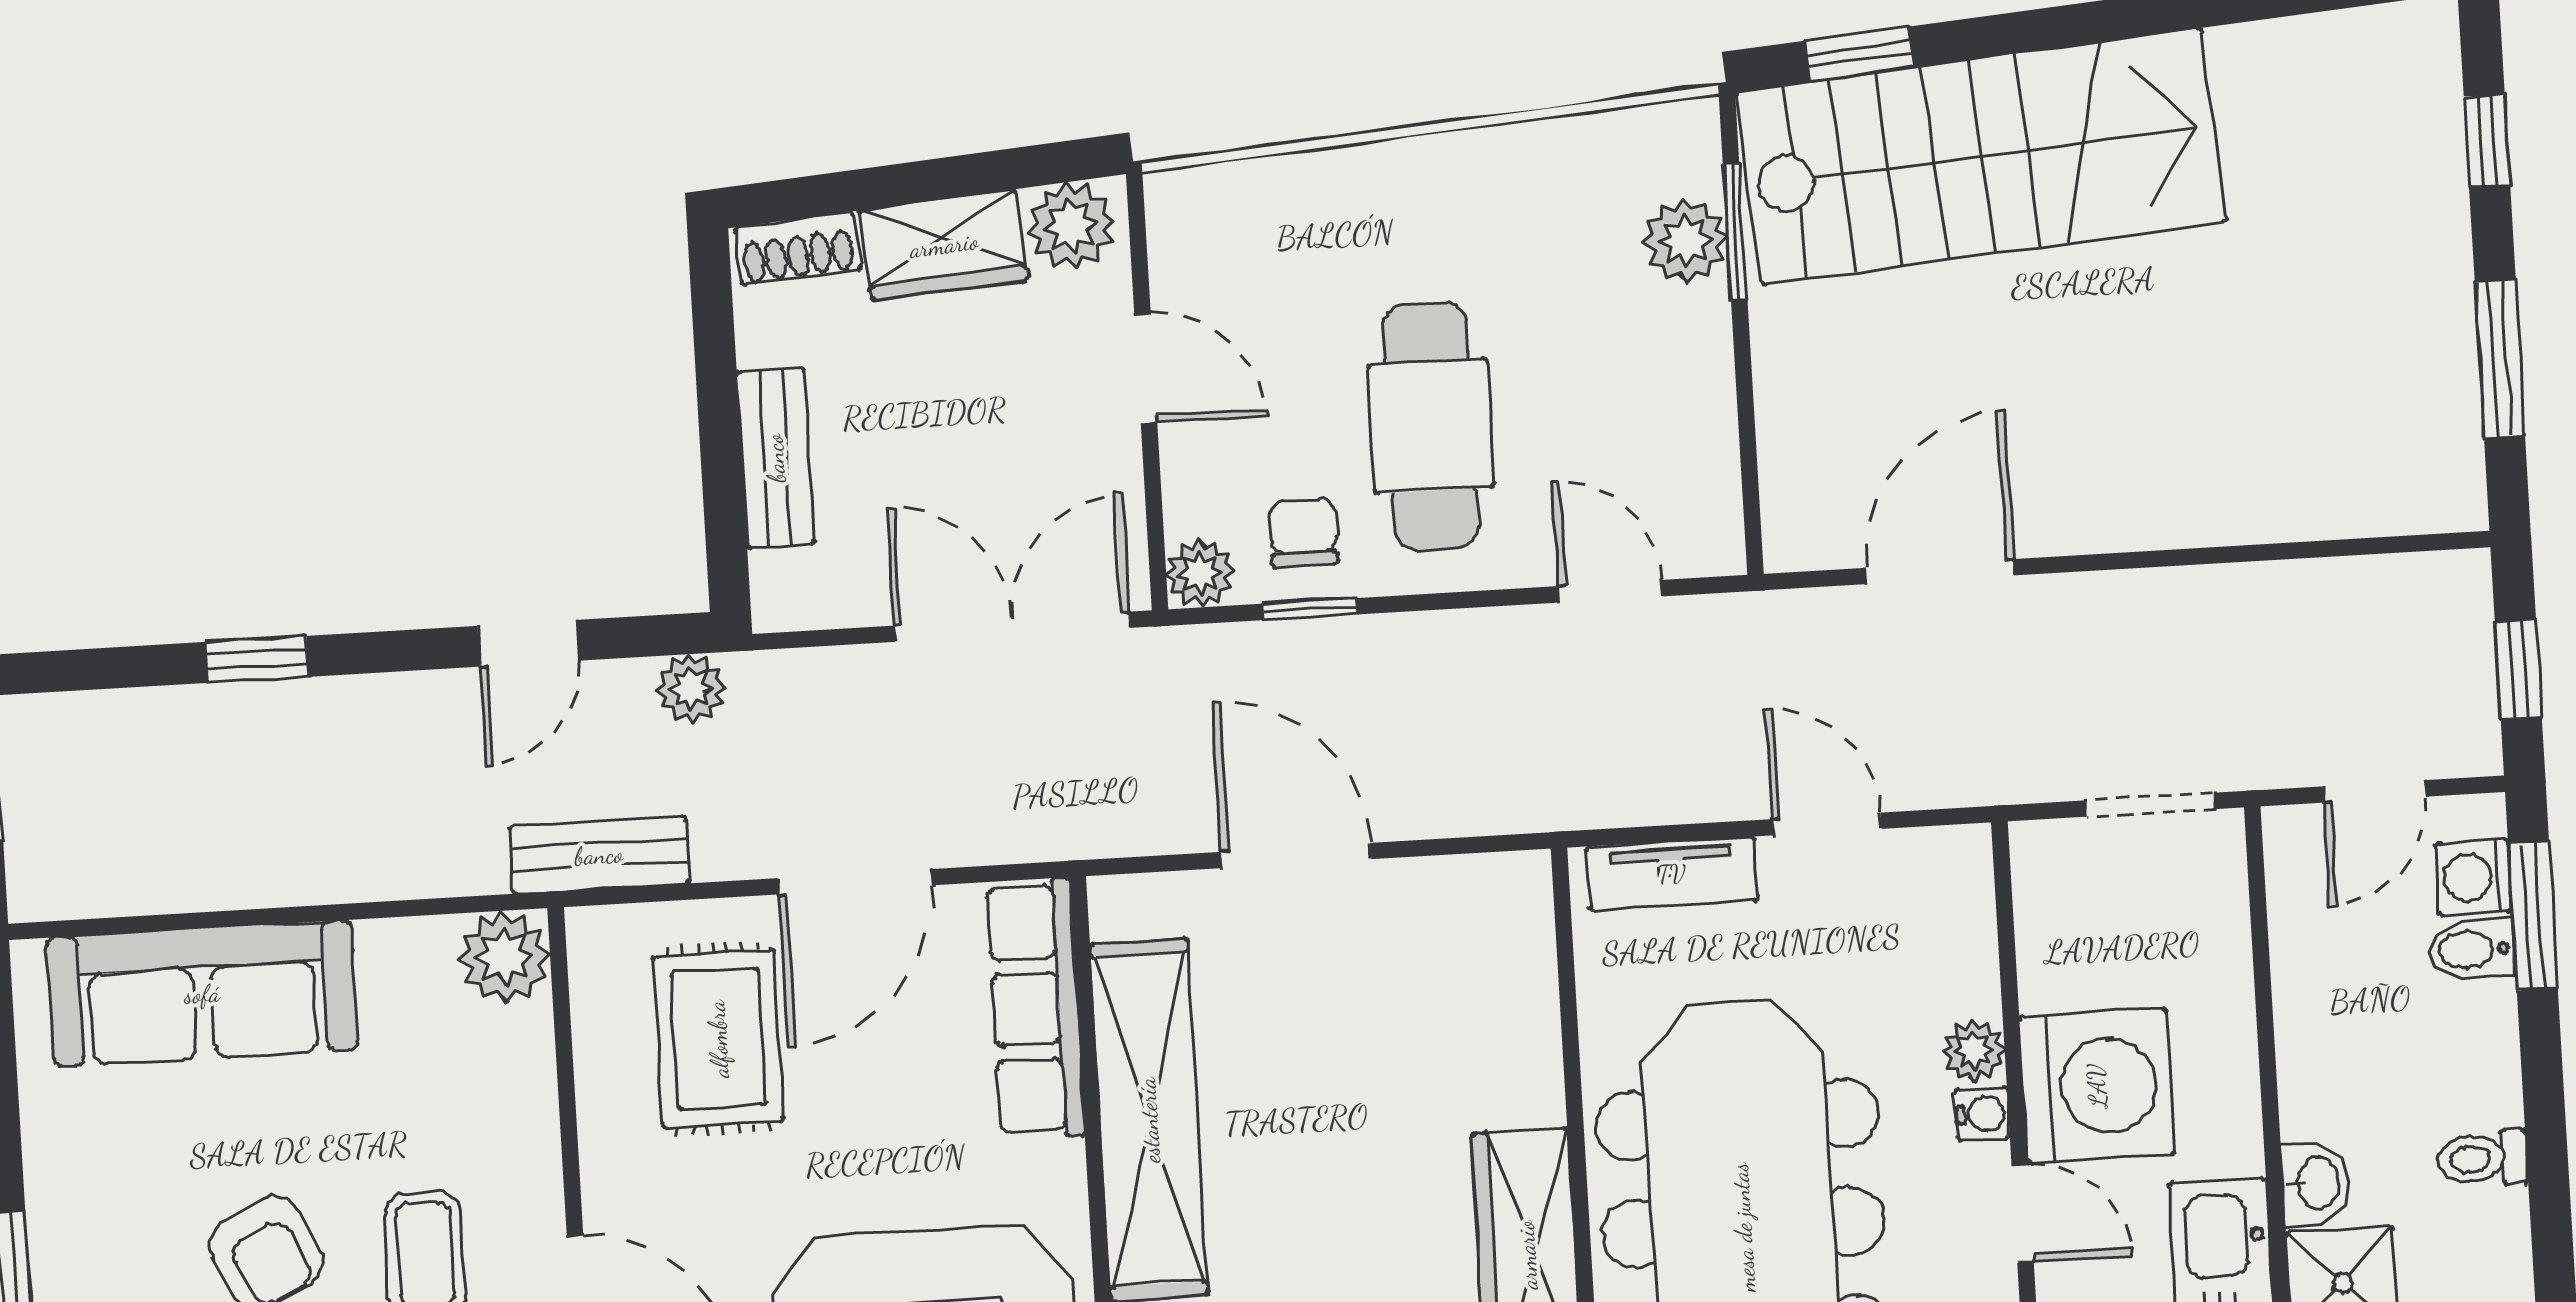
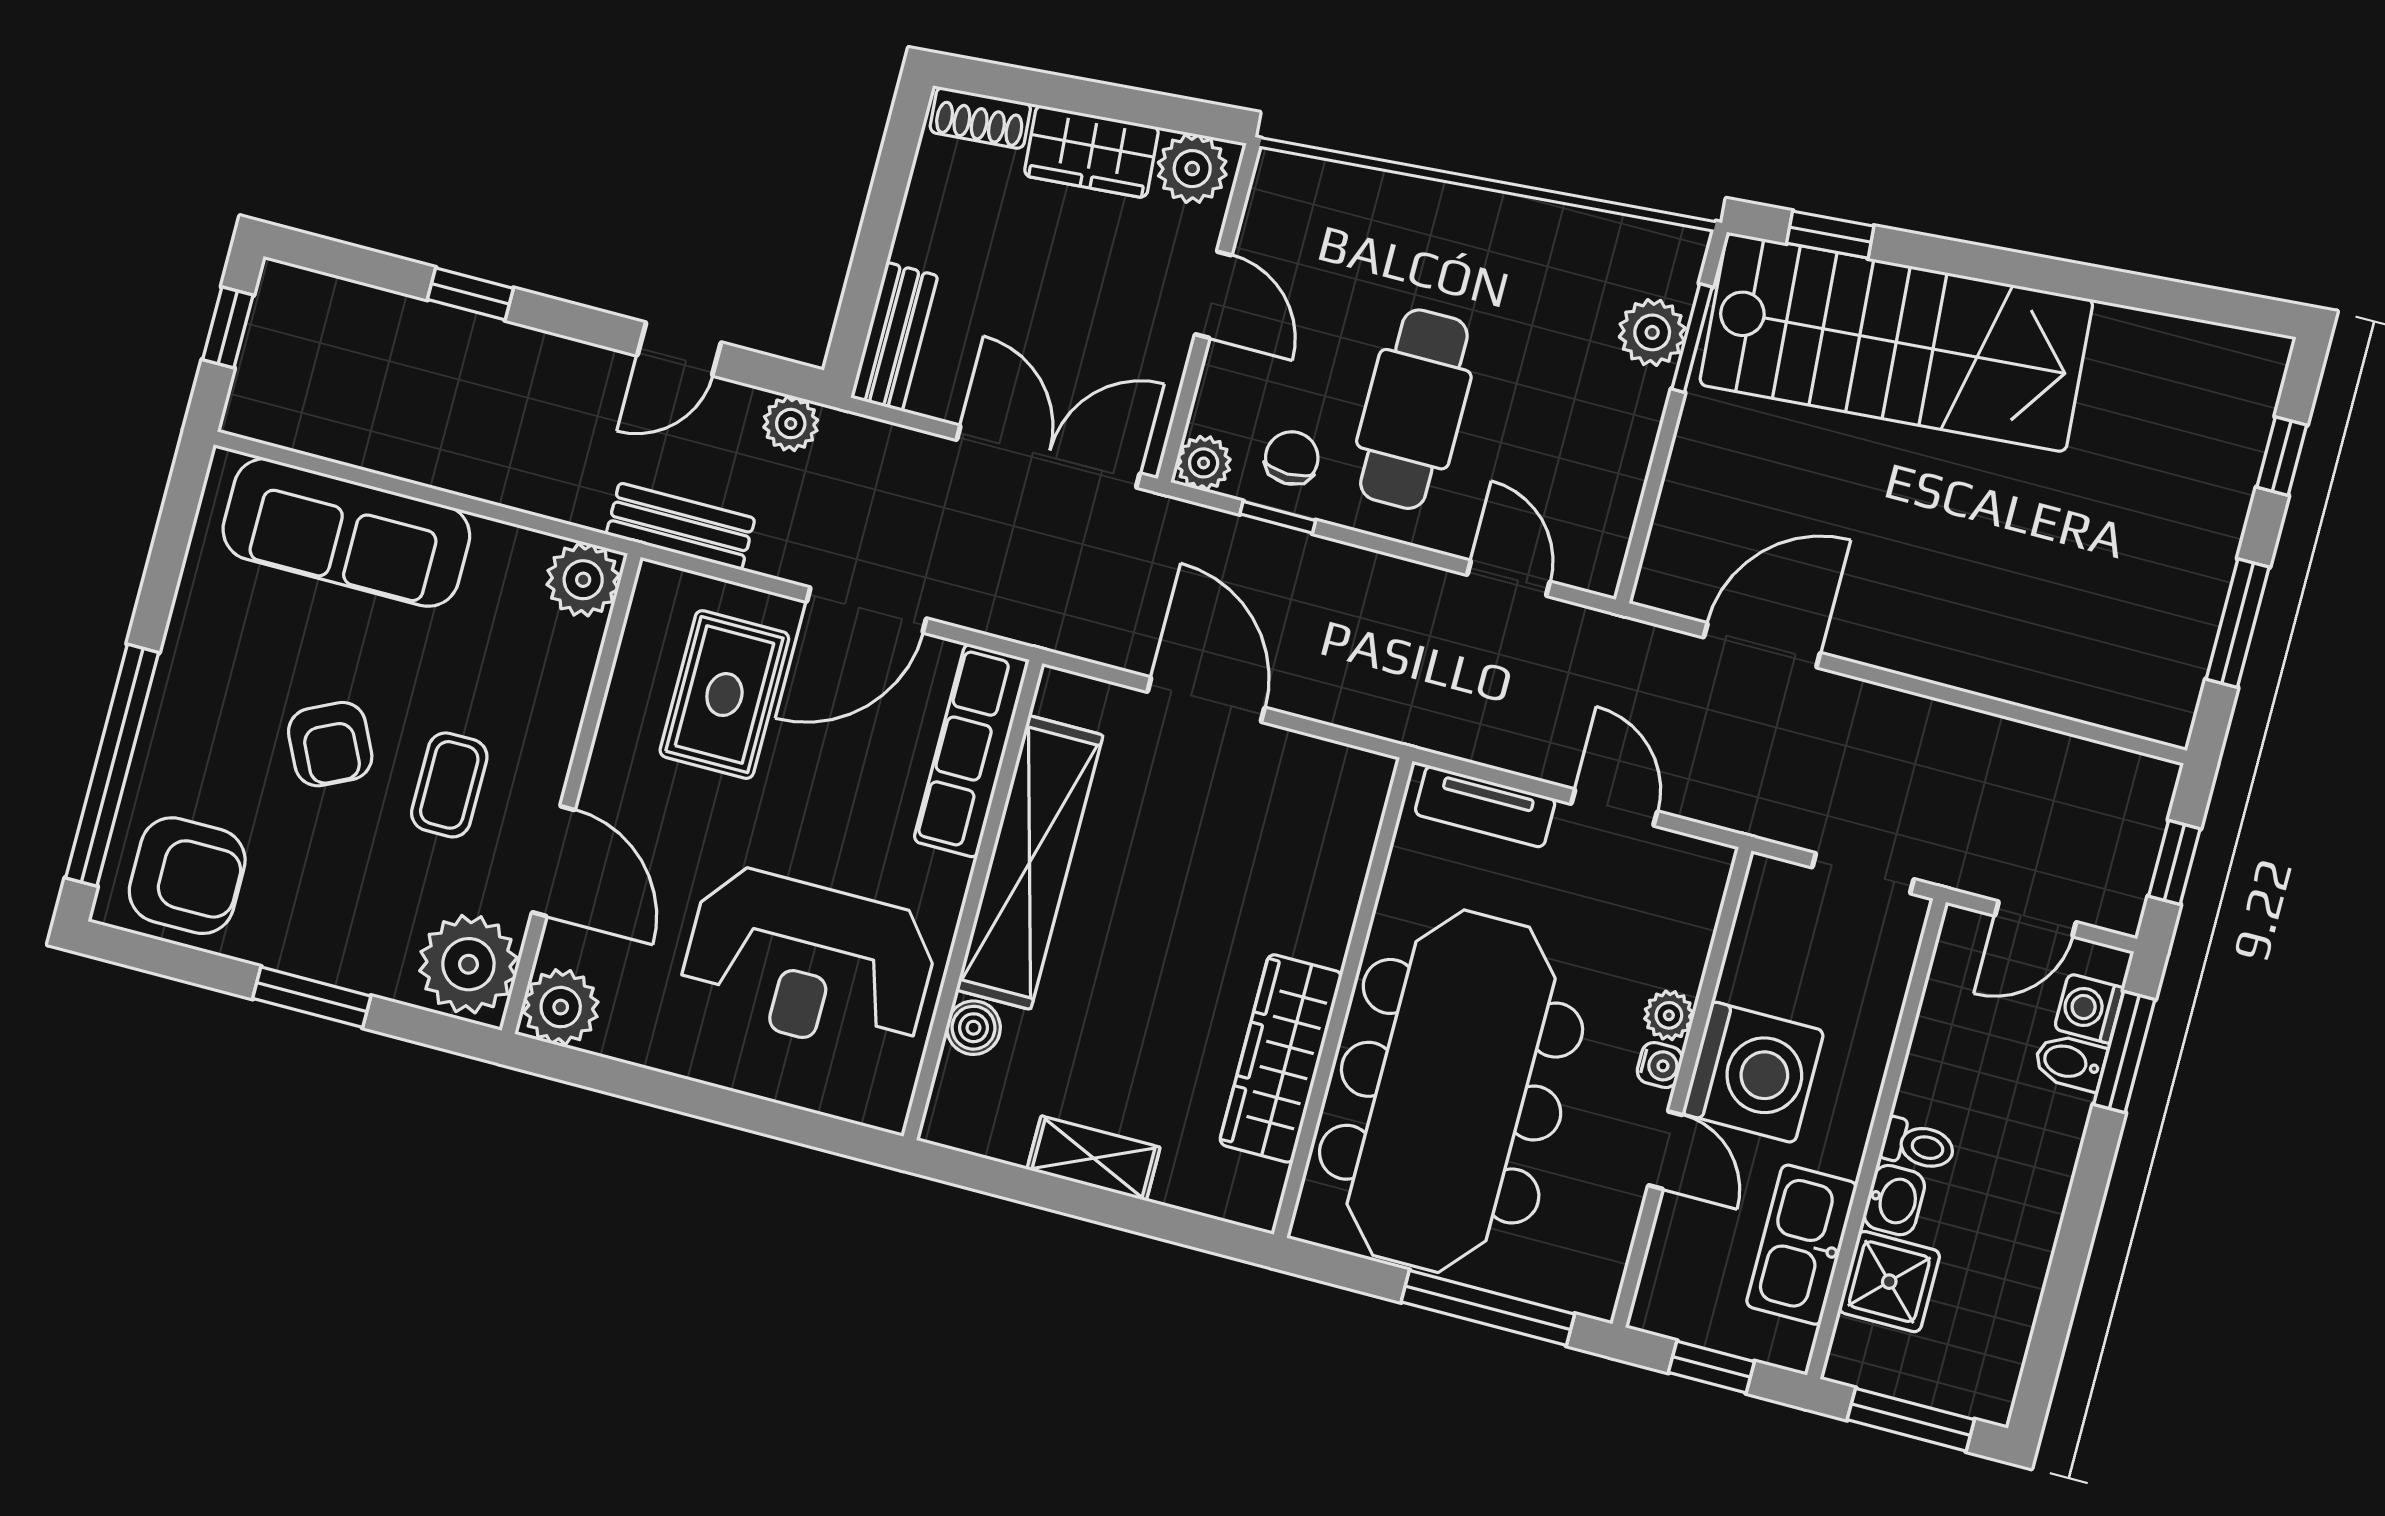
bench: (775, 458) -> (894, 337), moved
toilet: (2482, 1158) -> (1918, 1145), moved, turned 180

